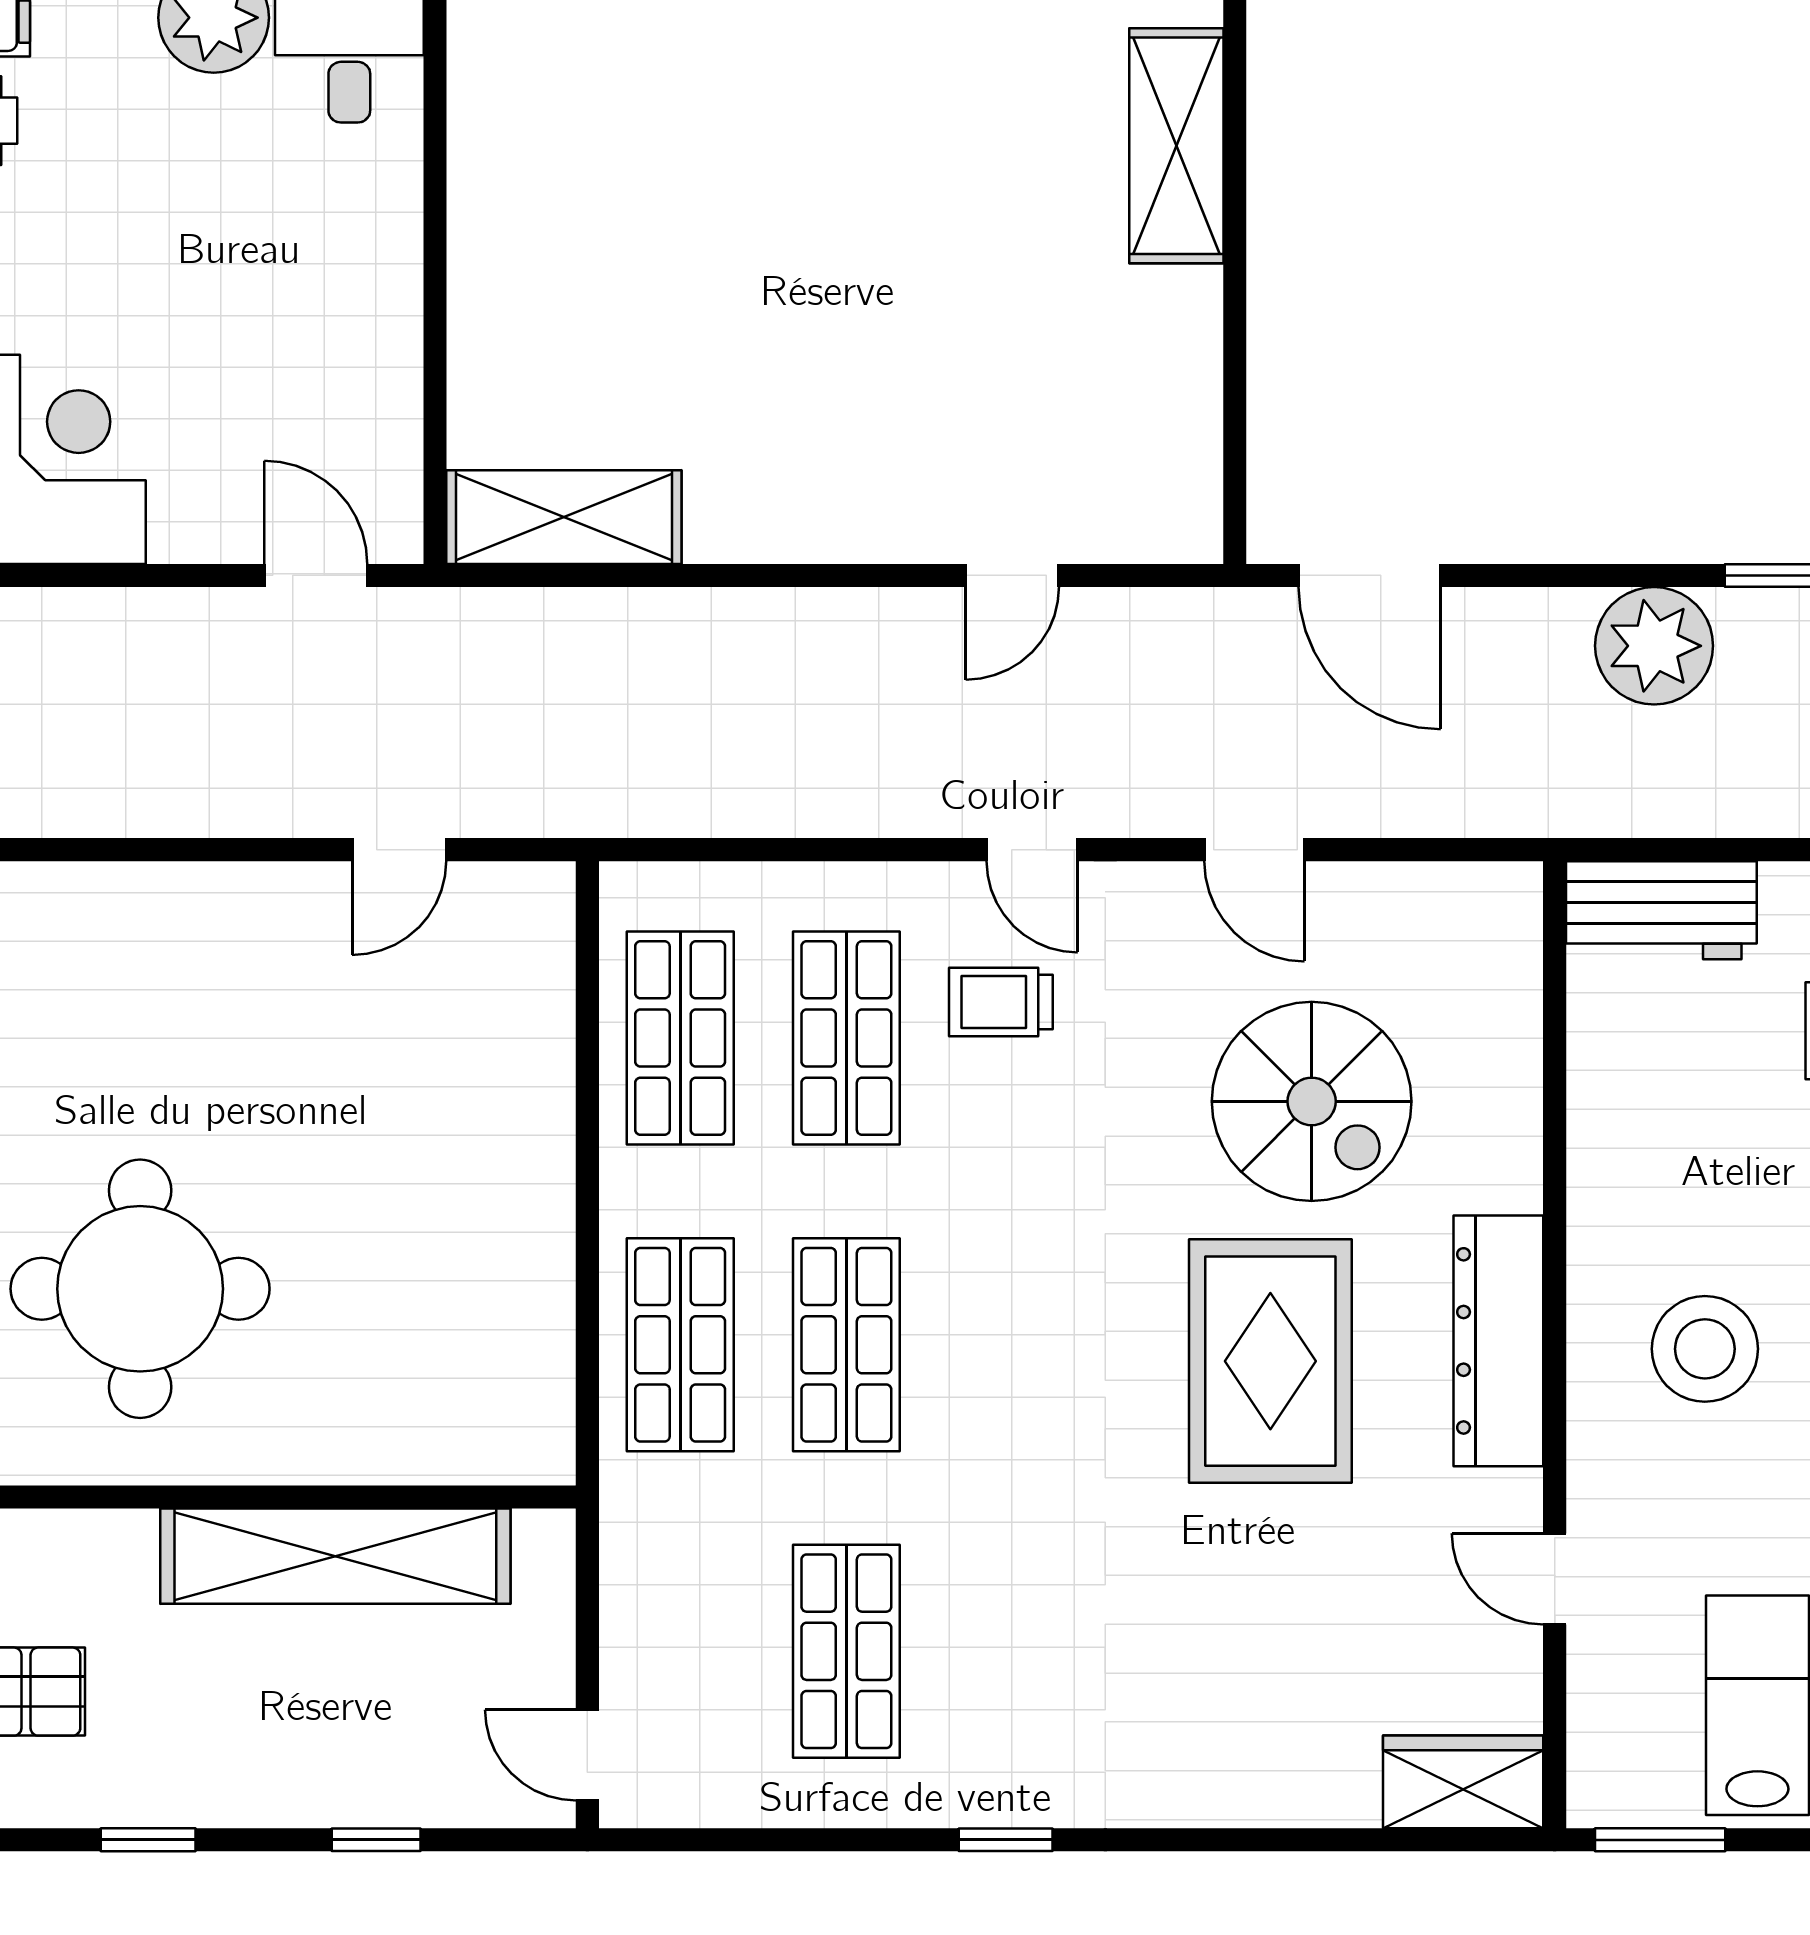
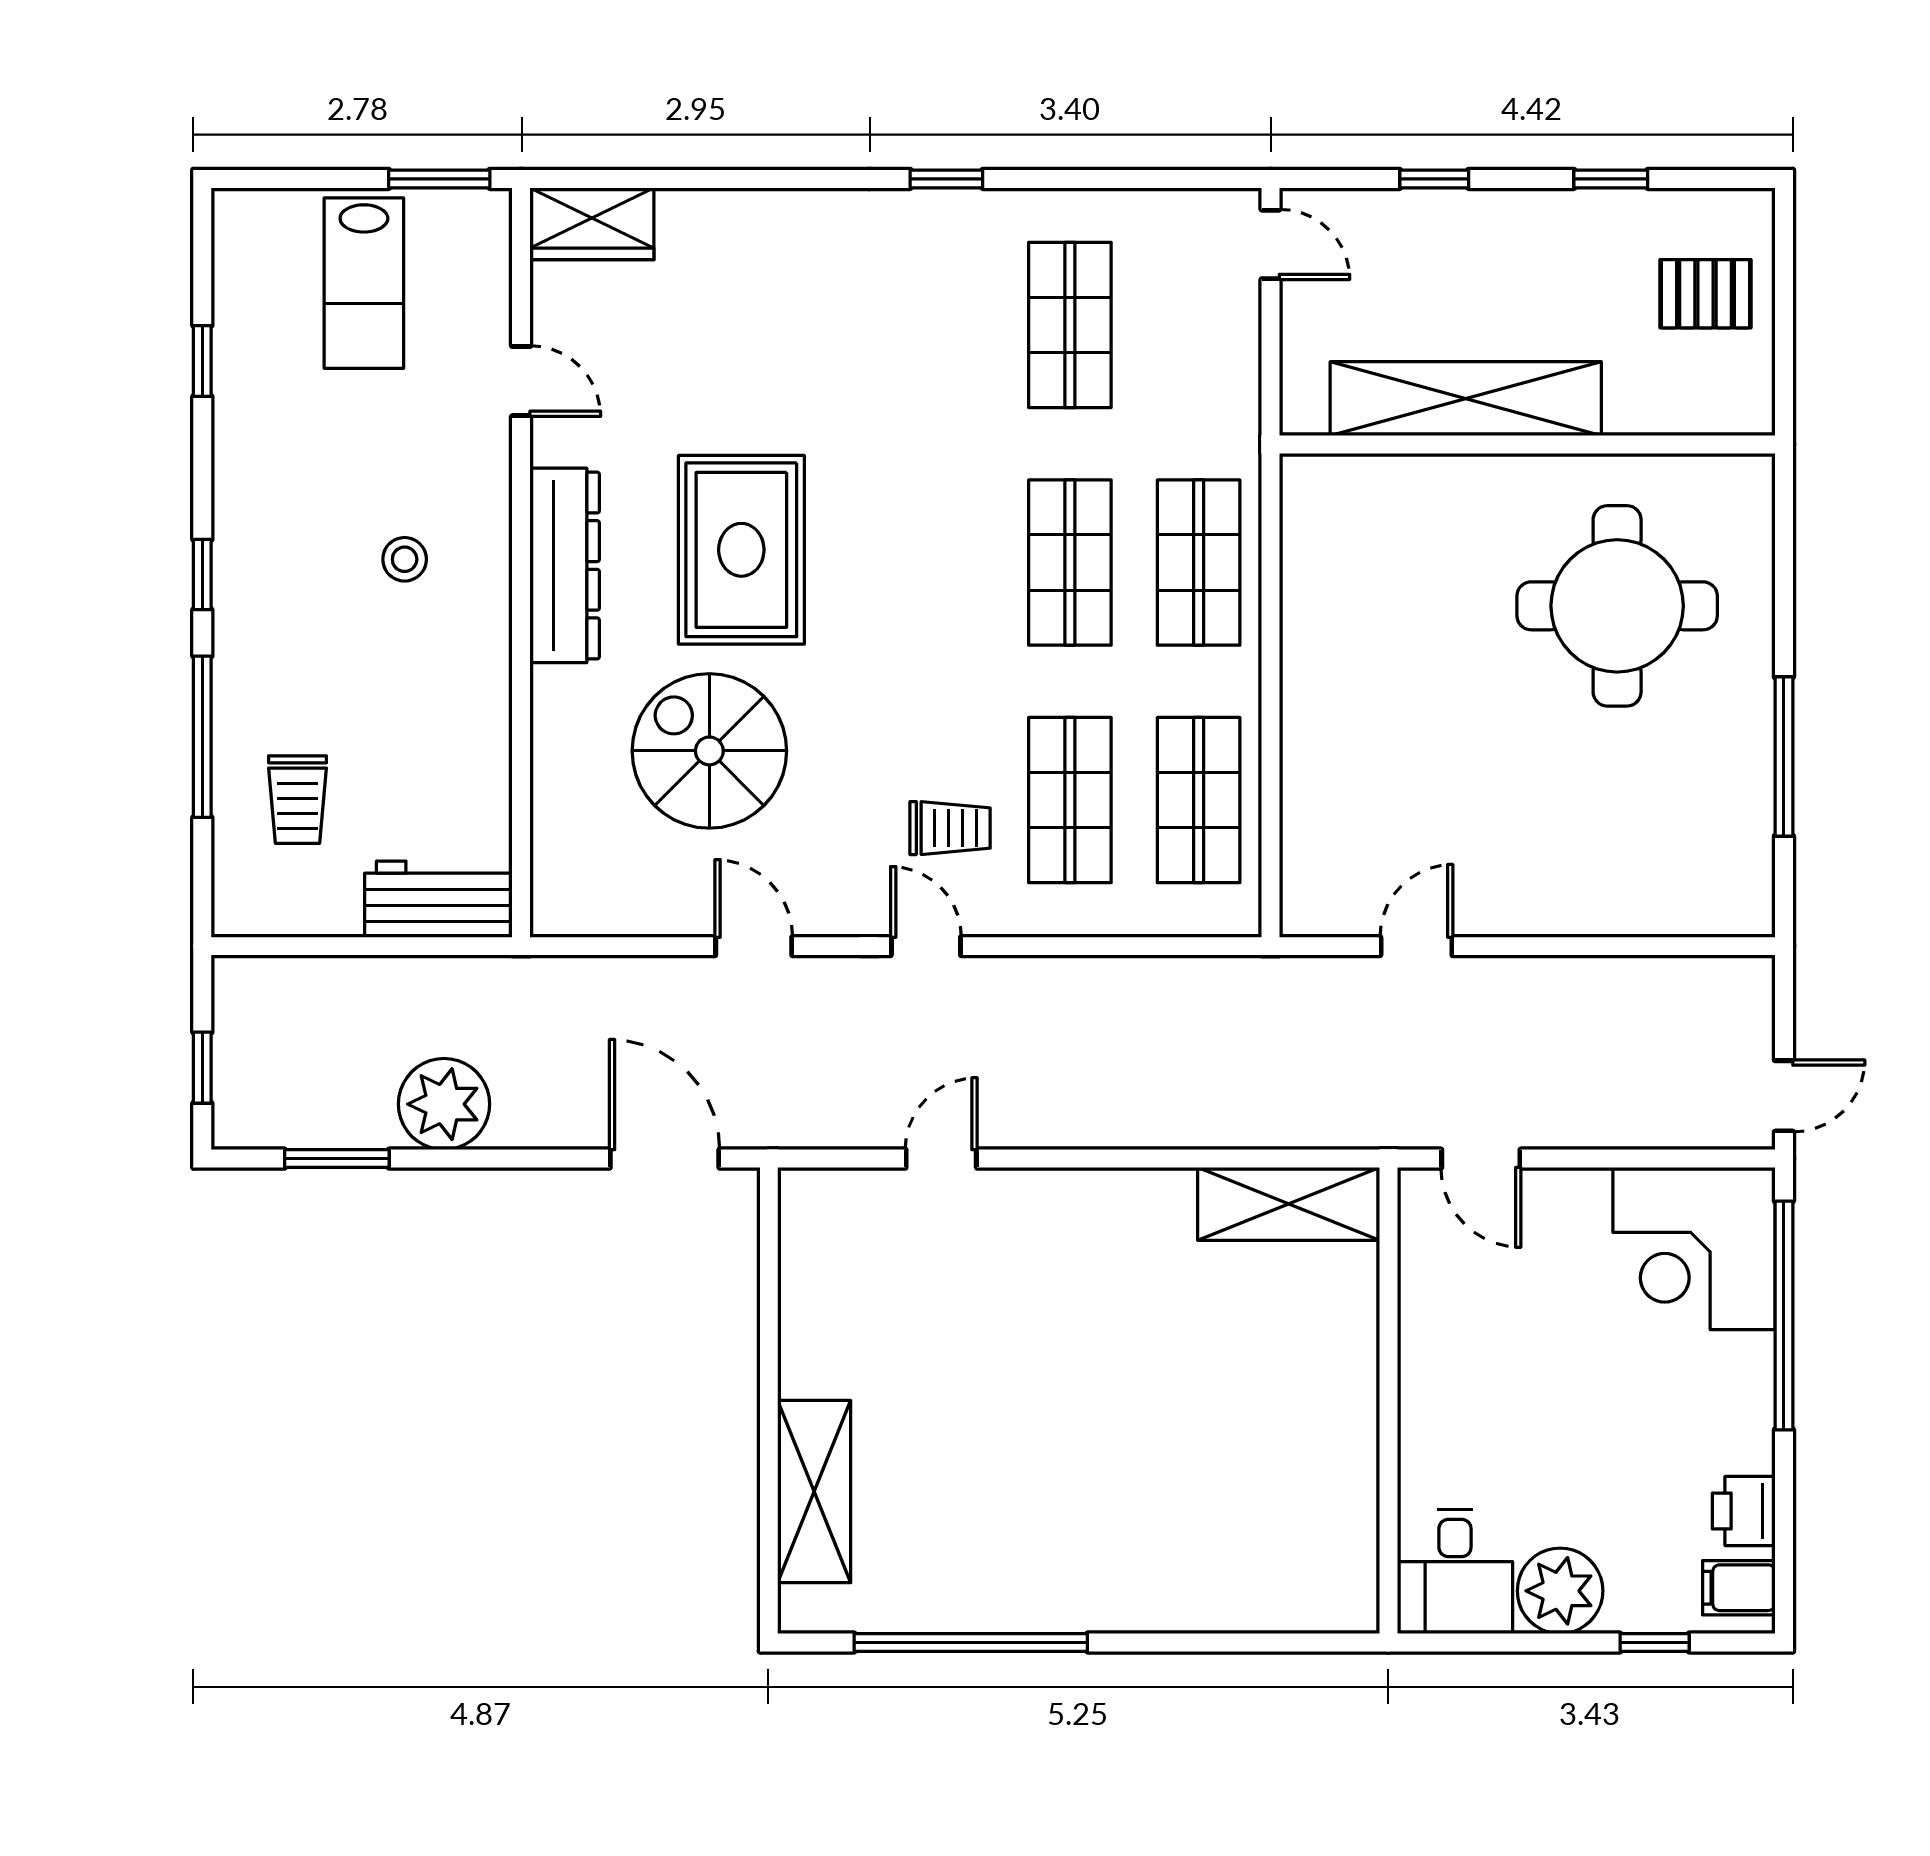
stool: (1705, 1349) -> (405, 559), width x0.53, depth x0.53

